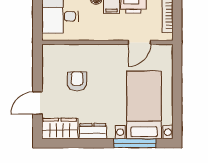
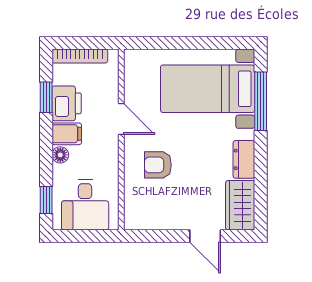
door: (139, 42) -> (121, 119), moved
armchair: (77, 81) -> (158, 165), moved

